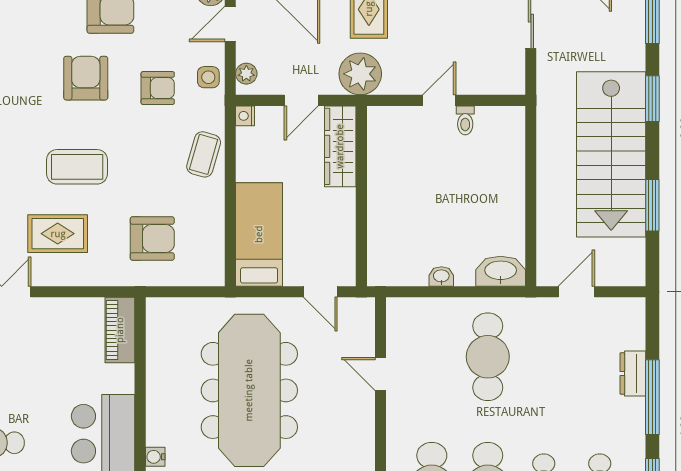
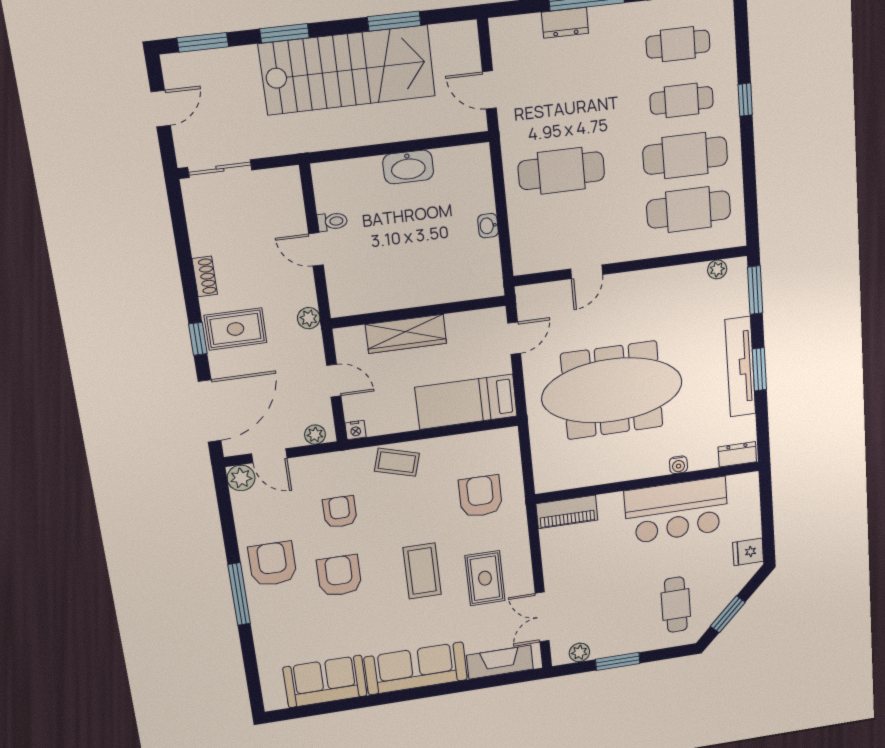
plant: (360, 74) -> (309, 318), width x0.53, depth x0.53
side table: (208, 77) -> (323, 468), removed
armchair: (86, 78) -> (339, 576), turned 90
wardrobe: (340, 146) -> (406, 334), moved
washbasin: (501, 271) -> (408, 167), moved, turned -90

